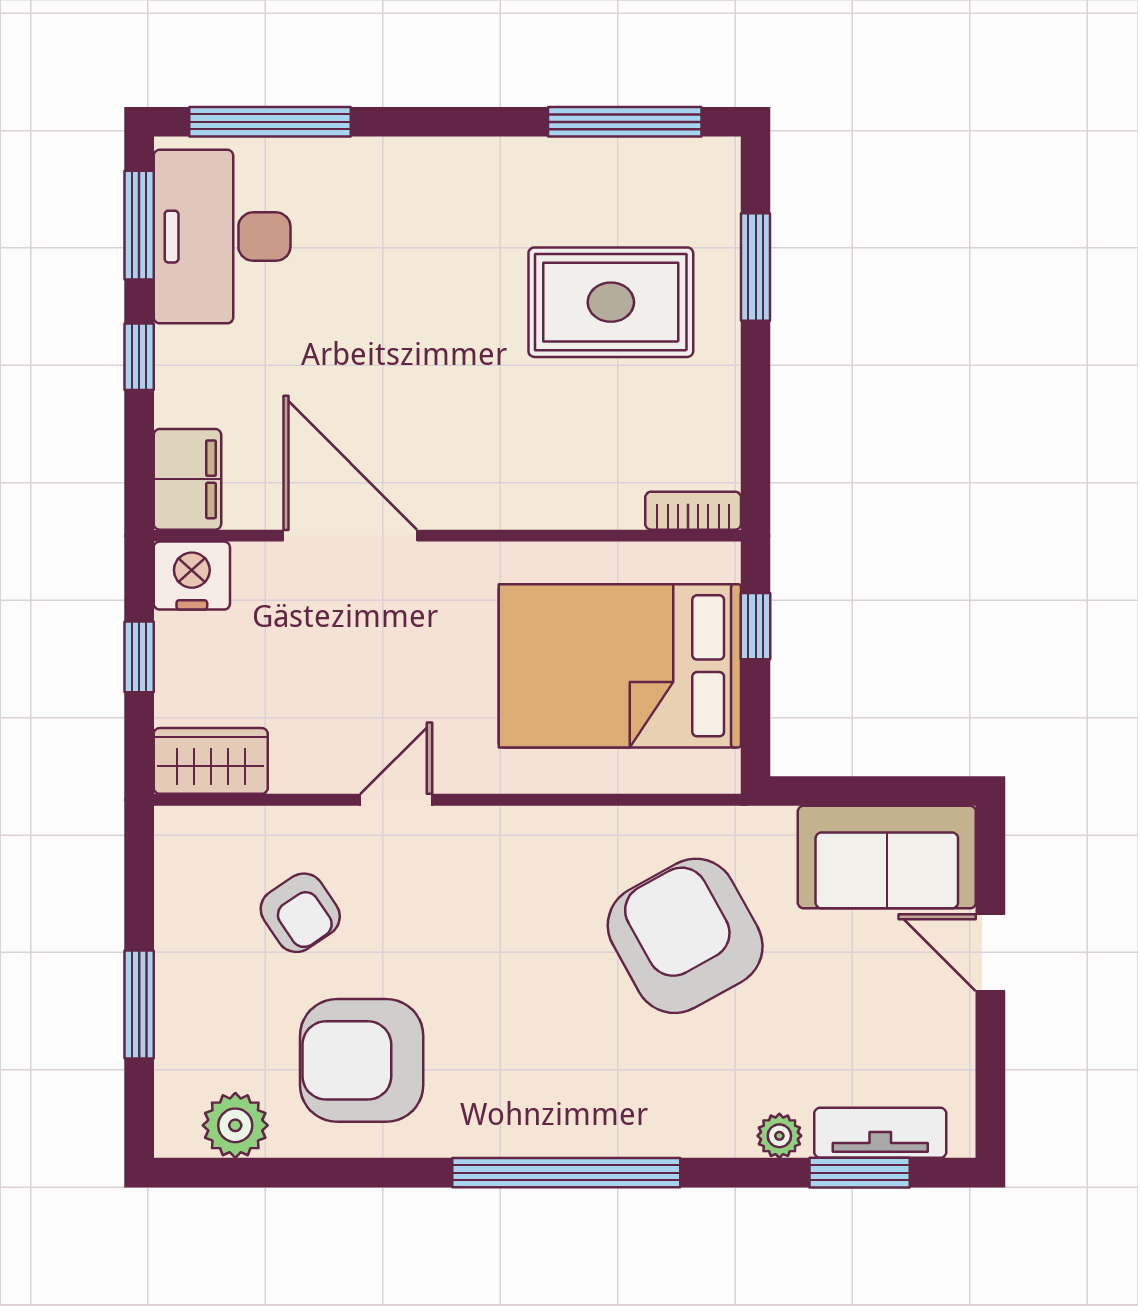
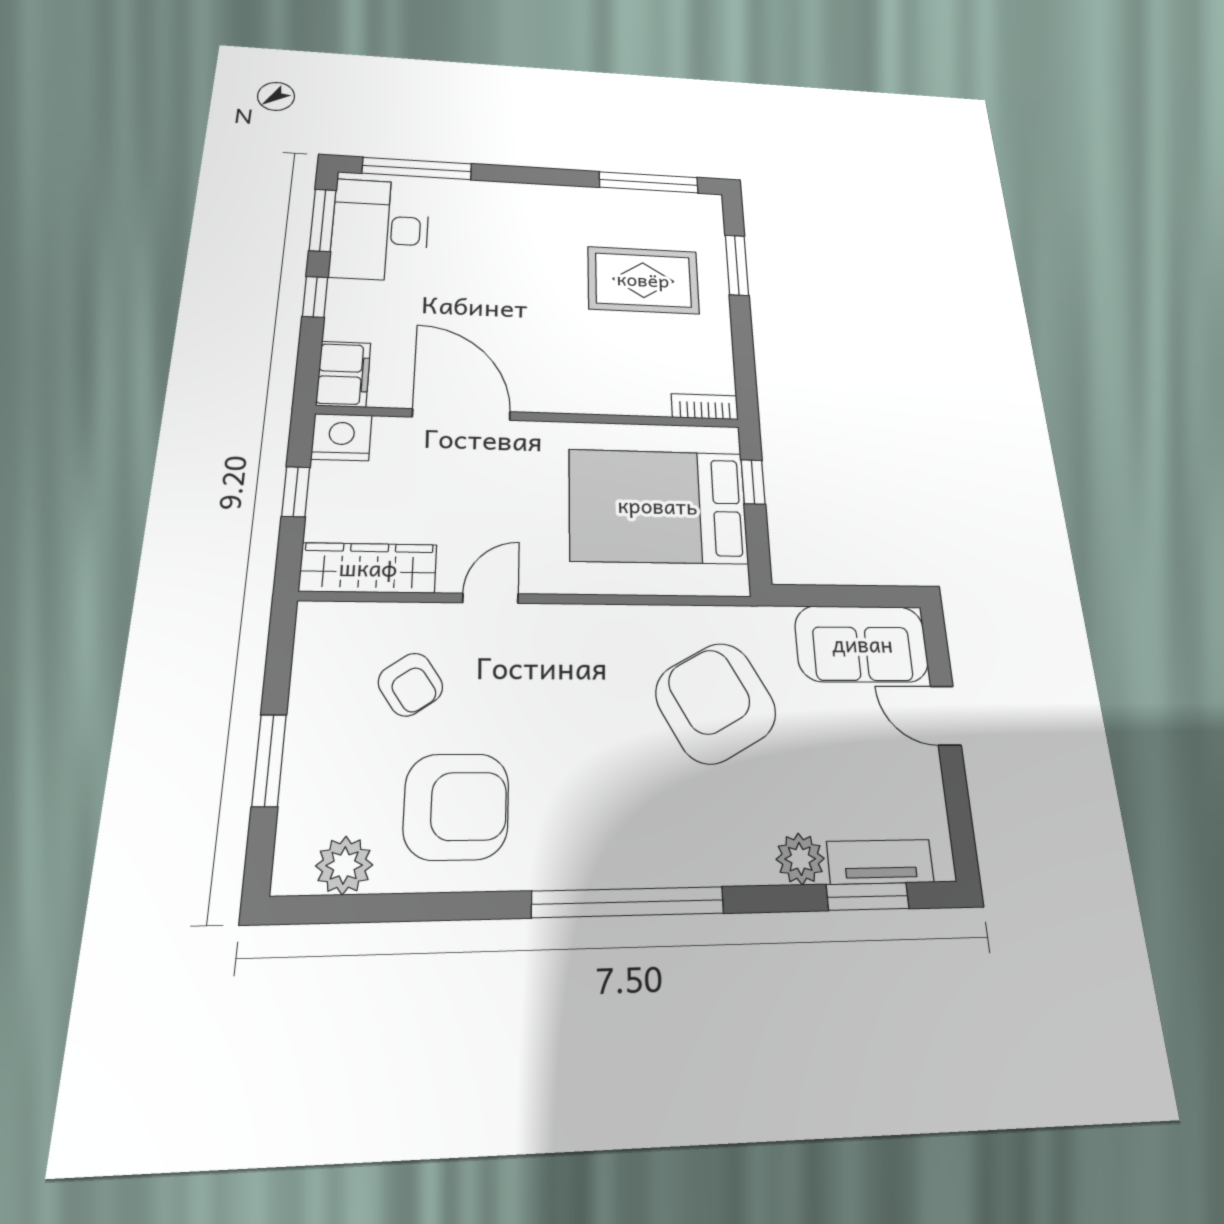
wardrobe: (211, 761) -> (368, 568), width x1.50
armchair: (362, 1060) -> (456, 806), turned 180
plant: (779, 1136) -> (800, 859), width x1.38, depth x1.38

